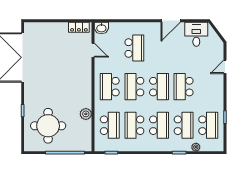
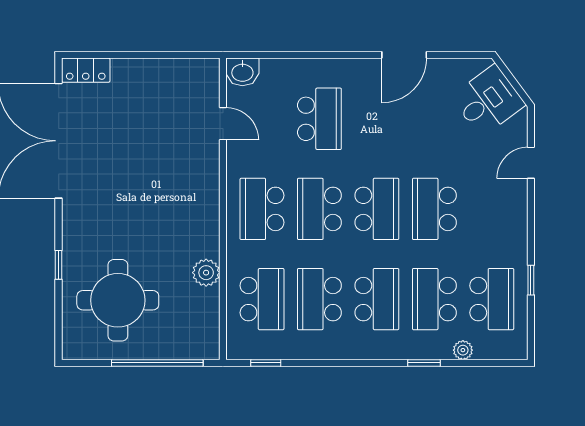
locker: (79, 27) -> (86, 70), moved
desk: (196, 34) -> (488, 101), moved, turned 54
school desk: (184, 125) -> (434, 299), turned 180

